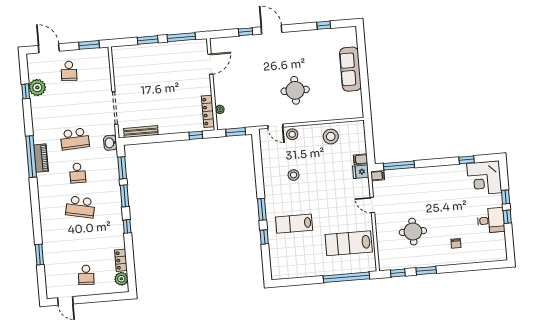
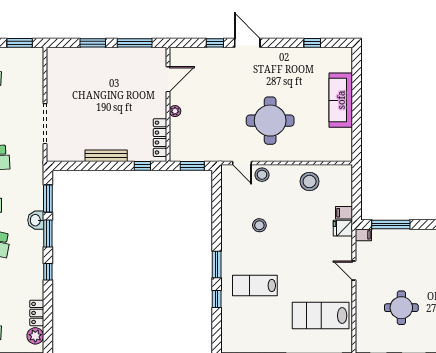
round table: (295, 90) -> (270, 121), width x1.36, depth x1.36
plant: (220, 109) -> (175, 111), moved
bench: (141, 132) -> (106, 156), moved
washbasin: (110, 143) -> (36, 220), moved

